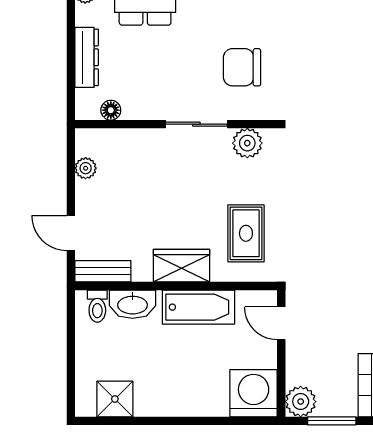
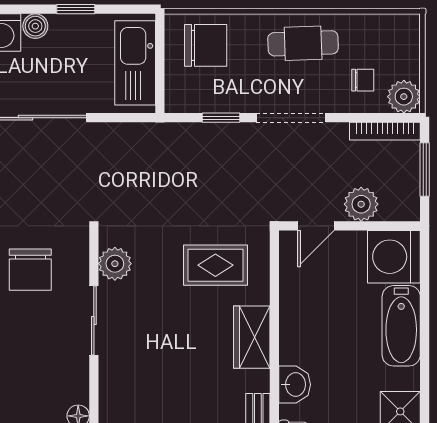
washbasin: (133, 304) -> (295, 385), width x0.72
bathtub: (198, 307) -> (401, 326), moved, turned 180
plant: (301, 402) -> (361, 204), moved

